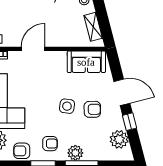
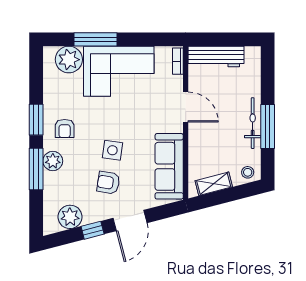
sofa: (86, 62) -> (169, 166), width x1.36
armchair: (92, 109) -> (108, 183), turned 100
armchair: (22, 151) -> (55, 93), removed

